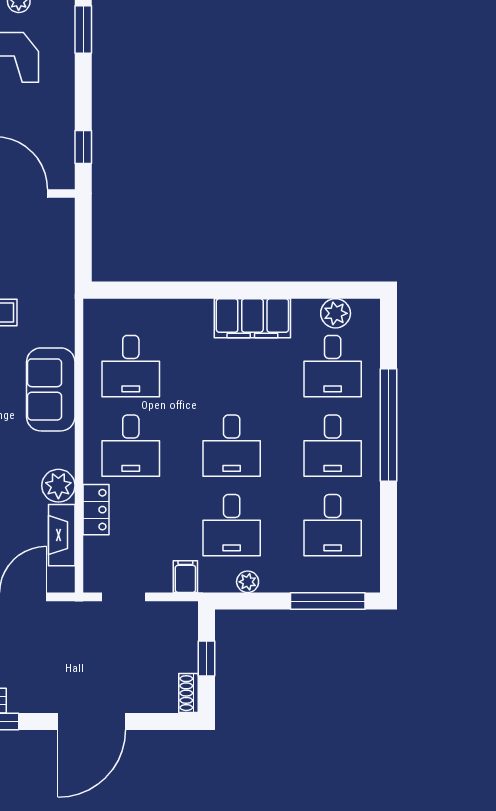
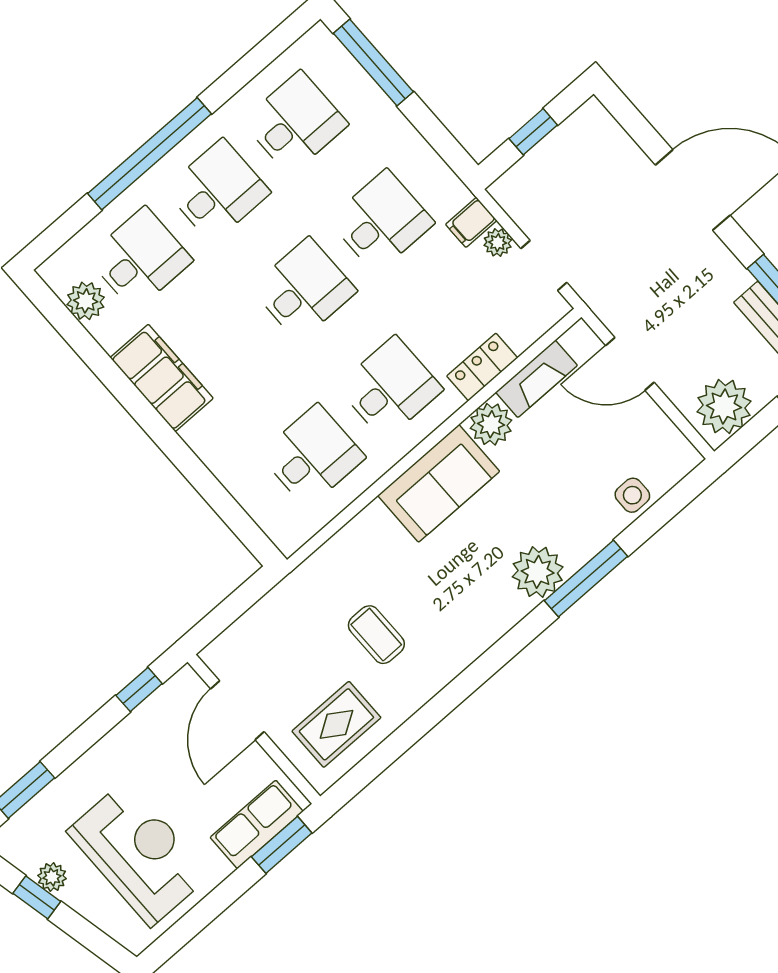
sofa: (51, 389) -> (439, 483), moved
plant: (248, 582) -> (498, 243), moved
shoe rack: (189, 693) -> (582, 120), removed

